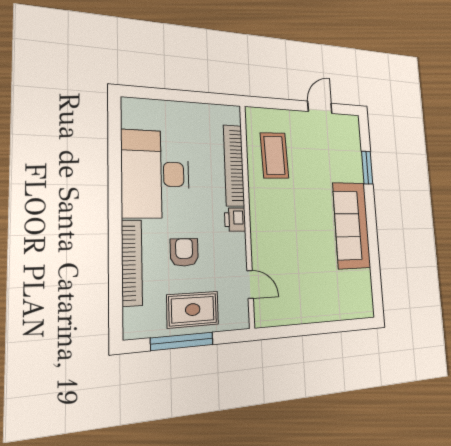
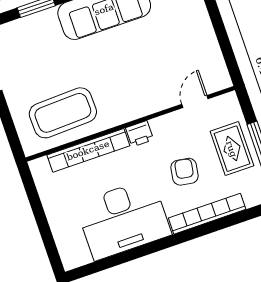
coffee table: (274, 155) -> (63, 113), width x1.36, depth x1.32
armchair: (184, 252) -> (185, 172), turned 99

